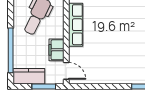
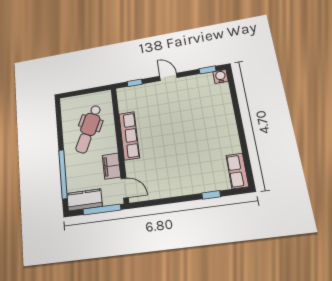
window: (44, 86) -> (102, 209), width x1.44

